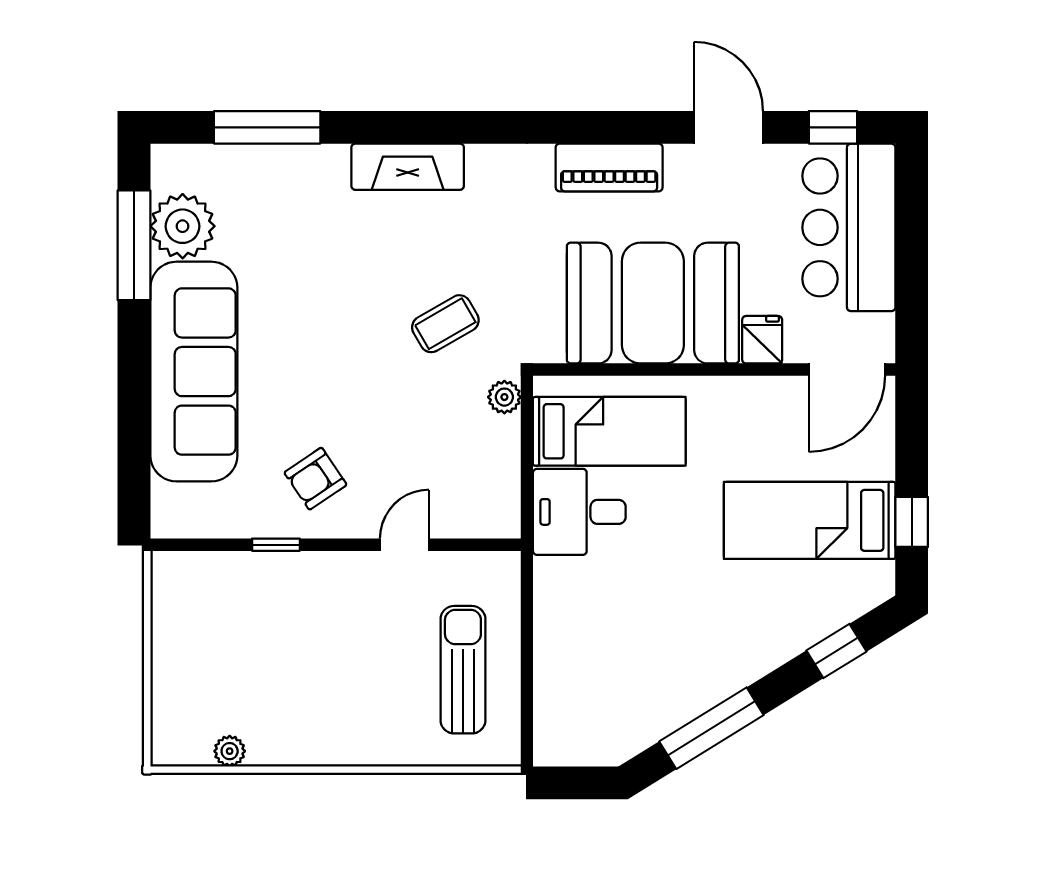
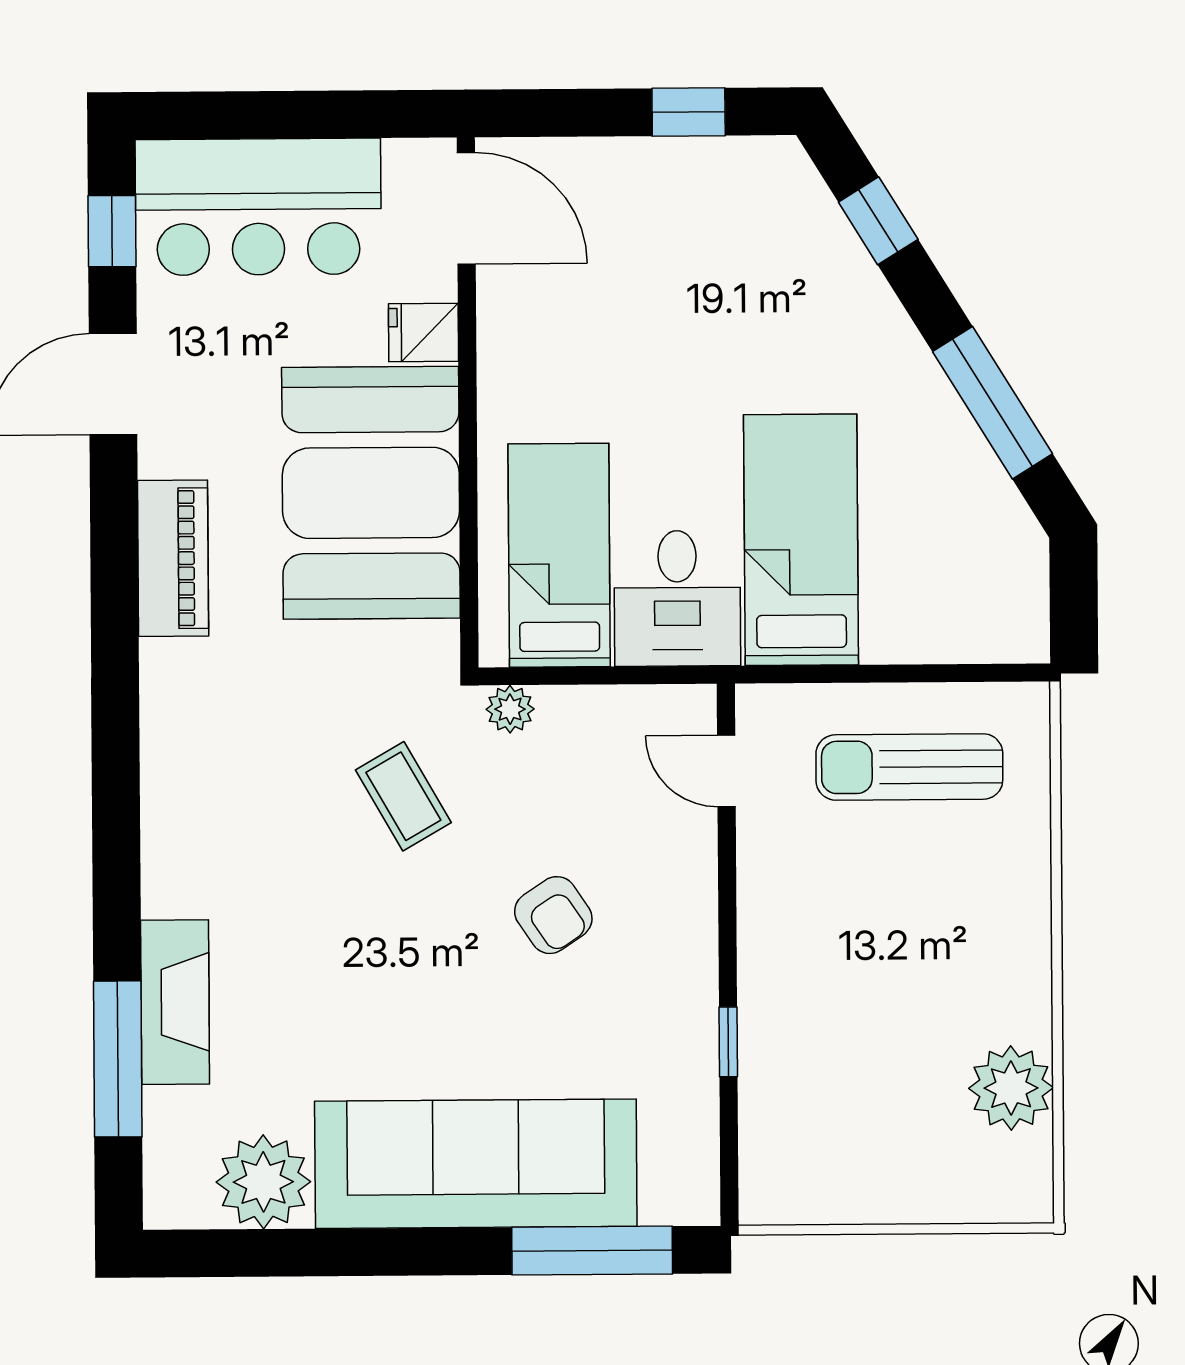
fireplace: (408, 167) -> (175, 1002), moved
window: (134, 245) -> (592, 1251), moved
armchair: (315, 479) -> (553, 915), moved
bed: (810, 520) -> (801, 540), moved, turned 180
door: (404, 545) -> (726, 771), moved
plant: (230, 751) -> (1011, 1088), width x1.87, depth x1.87

